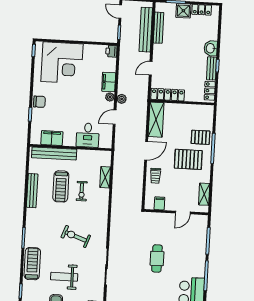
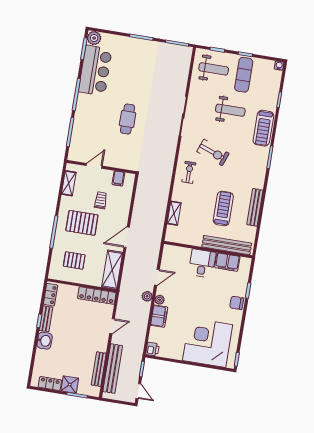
desk: (88, 135) -> (202, 263), moved
pallet: (200, 137) -> (74, 260), moved
trolley: (155, 176) -> (101, 200), moved
exercise bike: (82, 191) -> (189, 172), moved

